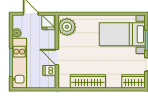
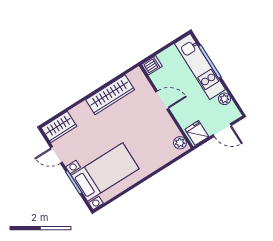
plant: (67, 27) -> (180, 143), width x0.53, depth x0.53
dishwasher: (49, 70) -> (152, 65), moved

